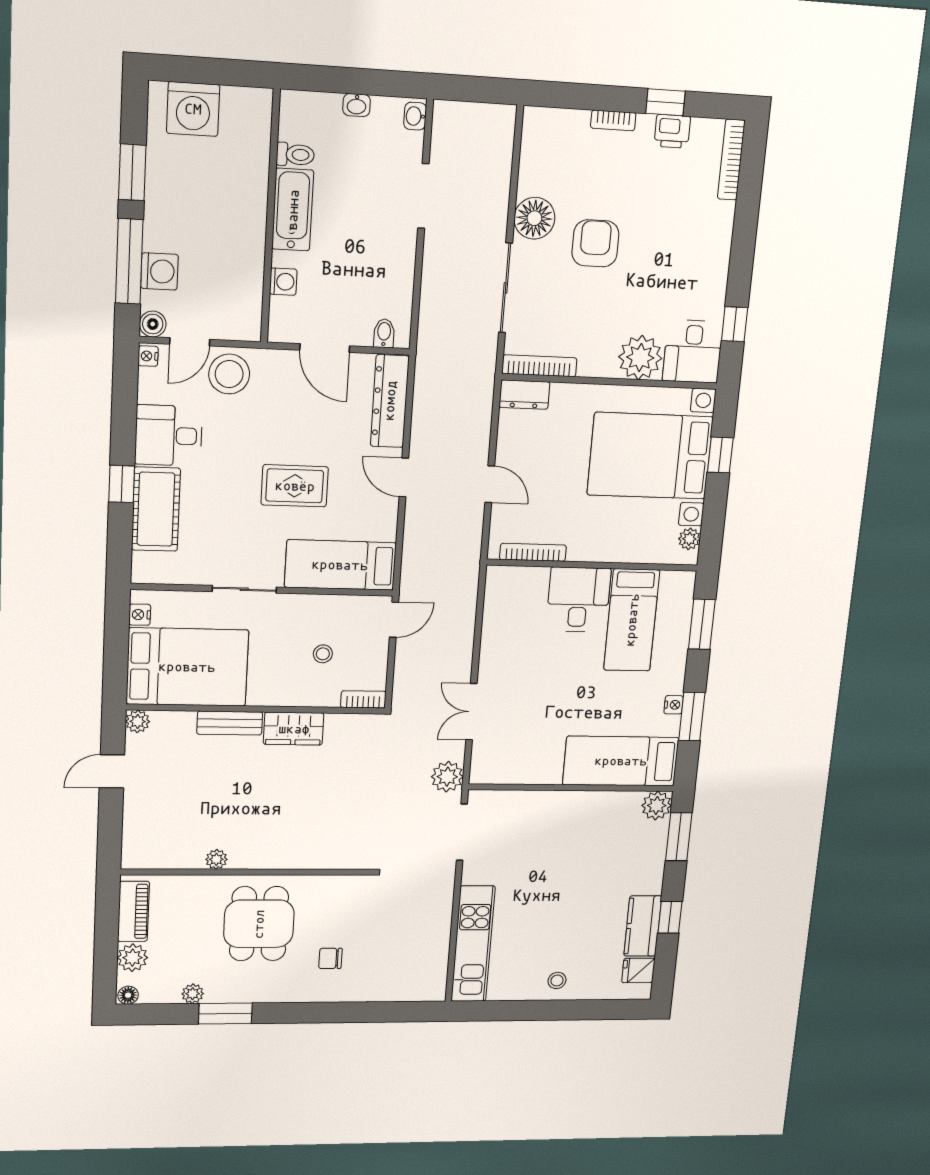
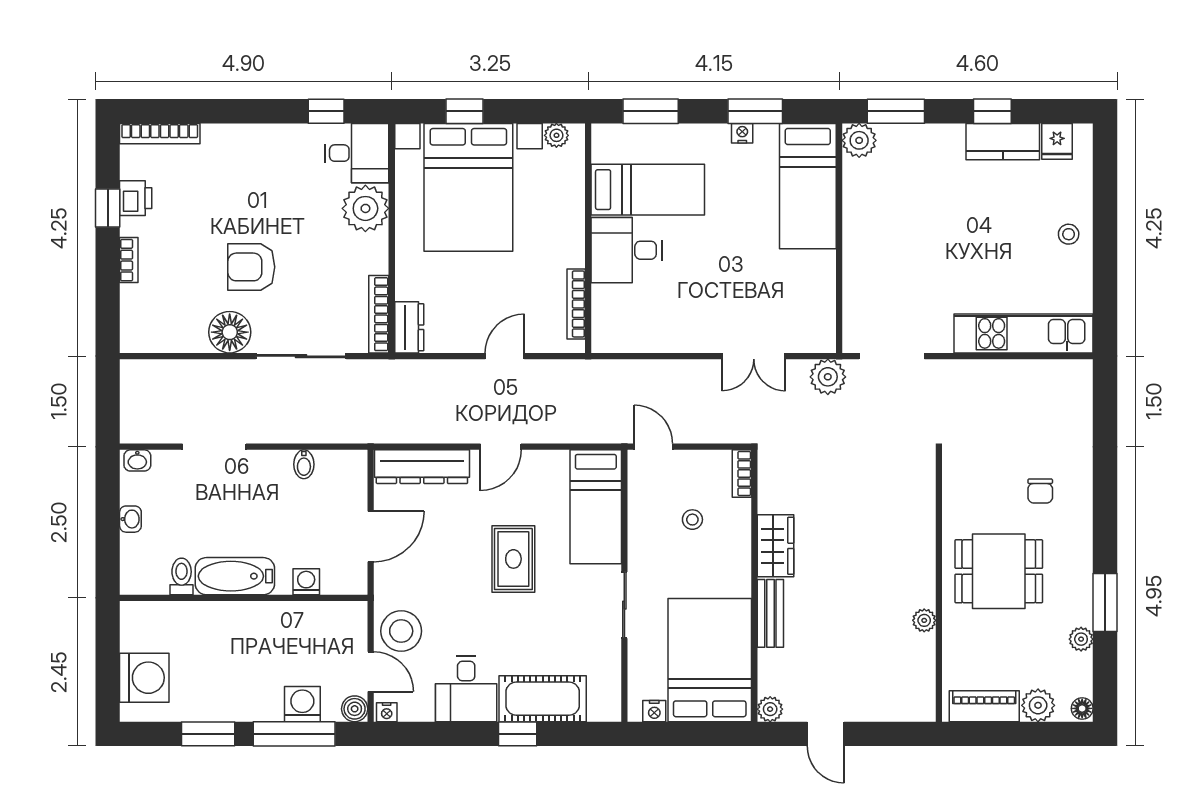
bidet: (384, 333) -> (304, 464), moved, turned -90

